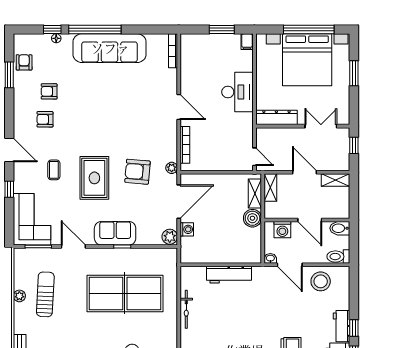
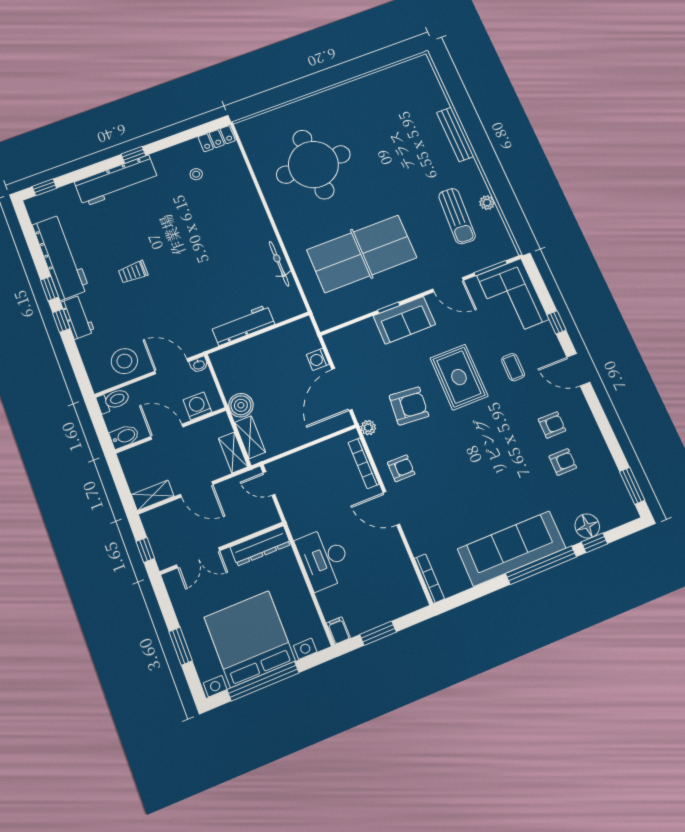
floor lamp: (56, 38) -> (587, 526), width x1.89, depth x1.89
armchair: (24, 62) -> (401, 468), moved, turned -90
window: (9, 75) -> (632, 486), moved
plant: (170, 237) -> (335, 342), removed

